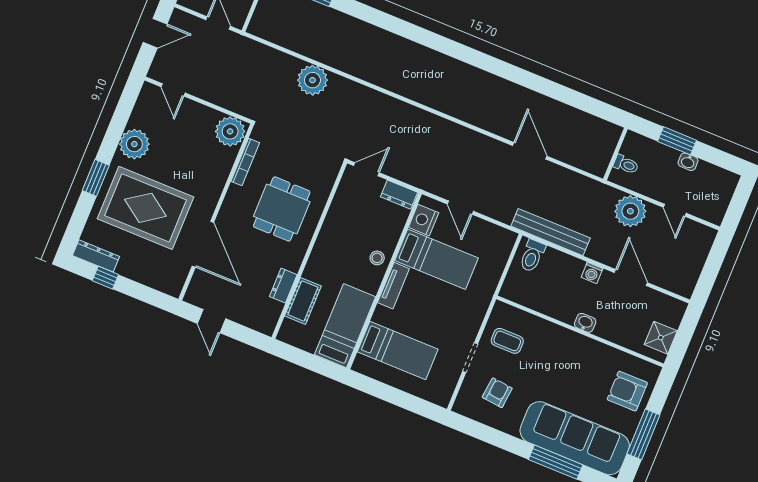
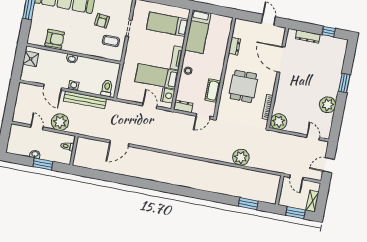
door: (530, 151) -> (119, 143), hinge flipped
rug: (145, 208) -> (315, 72), removed
bench: (551, 232) -> (85, 100), moved
dresser: (96, 256) -> (308, 37), moved
cot: (303, 301) -> (213, 91), moved
armchair: (627, 391) -> (55, 39), moved
armchair: (497, 393) -> (102, 21), moved

